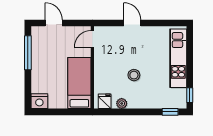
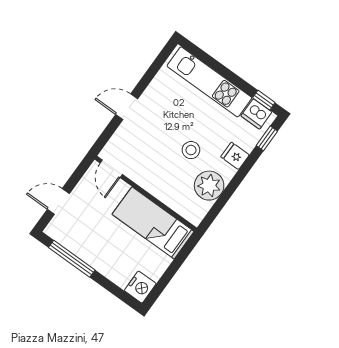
dishwasher: (179, 96) -> (256, 114), added
fridge: (105, 101) -> (235, 156), moved
plant: (122, 103) -> (209, 186), width x1.87, depth x1.87

